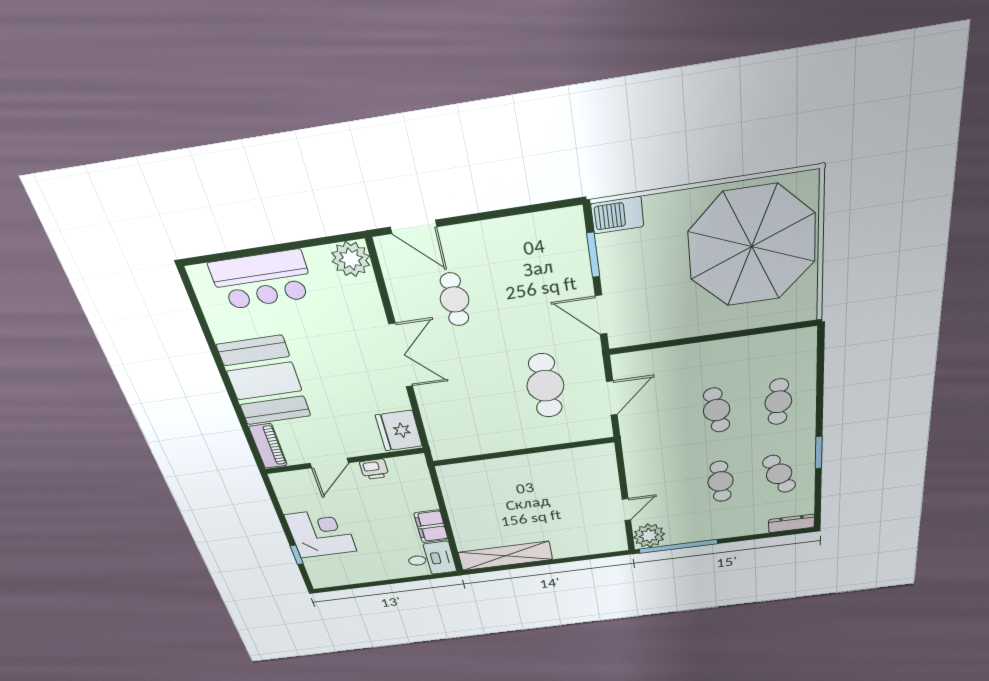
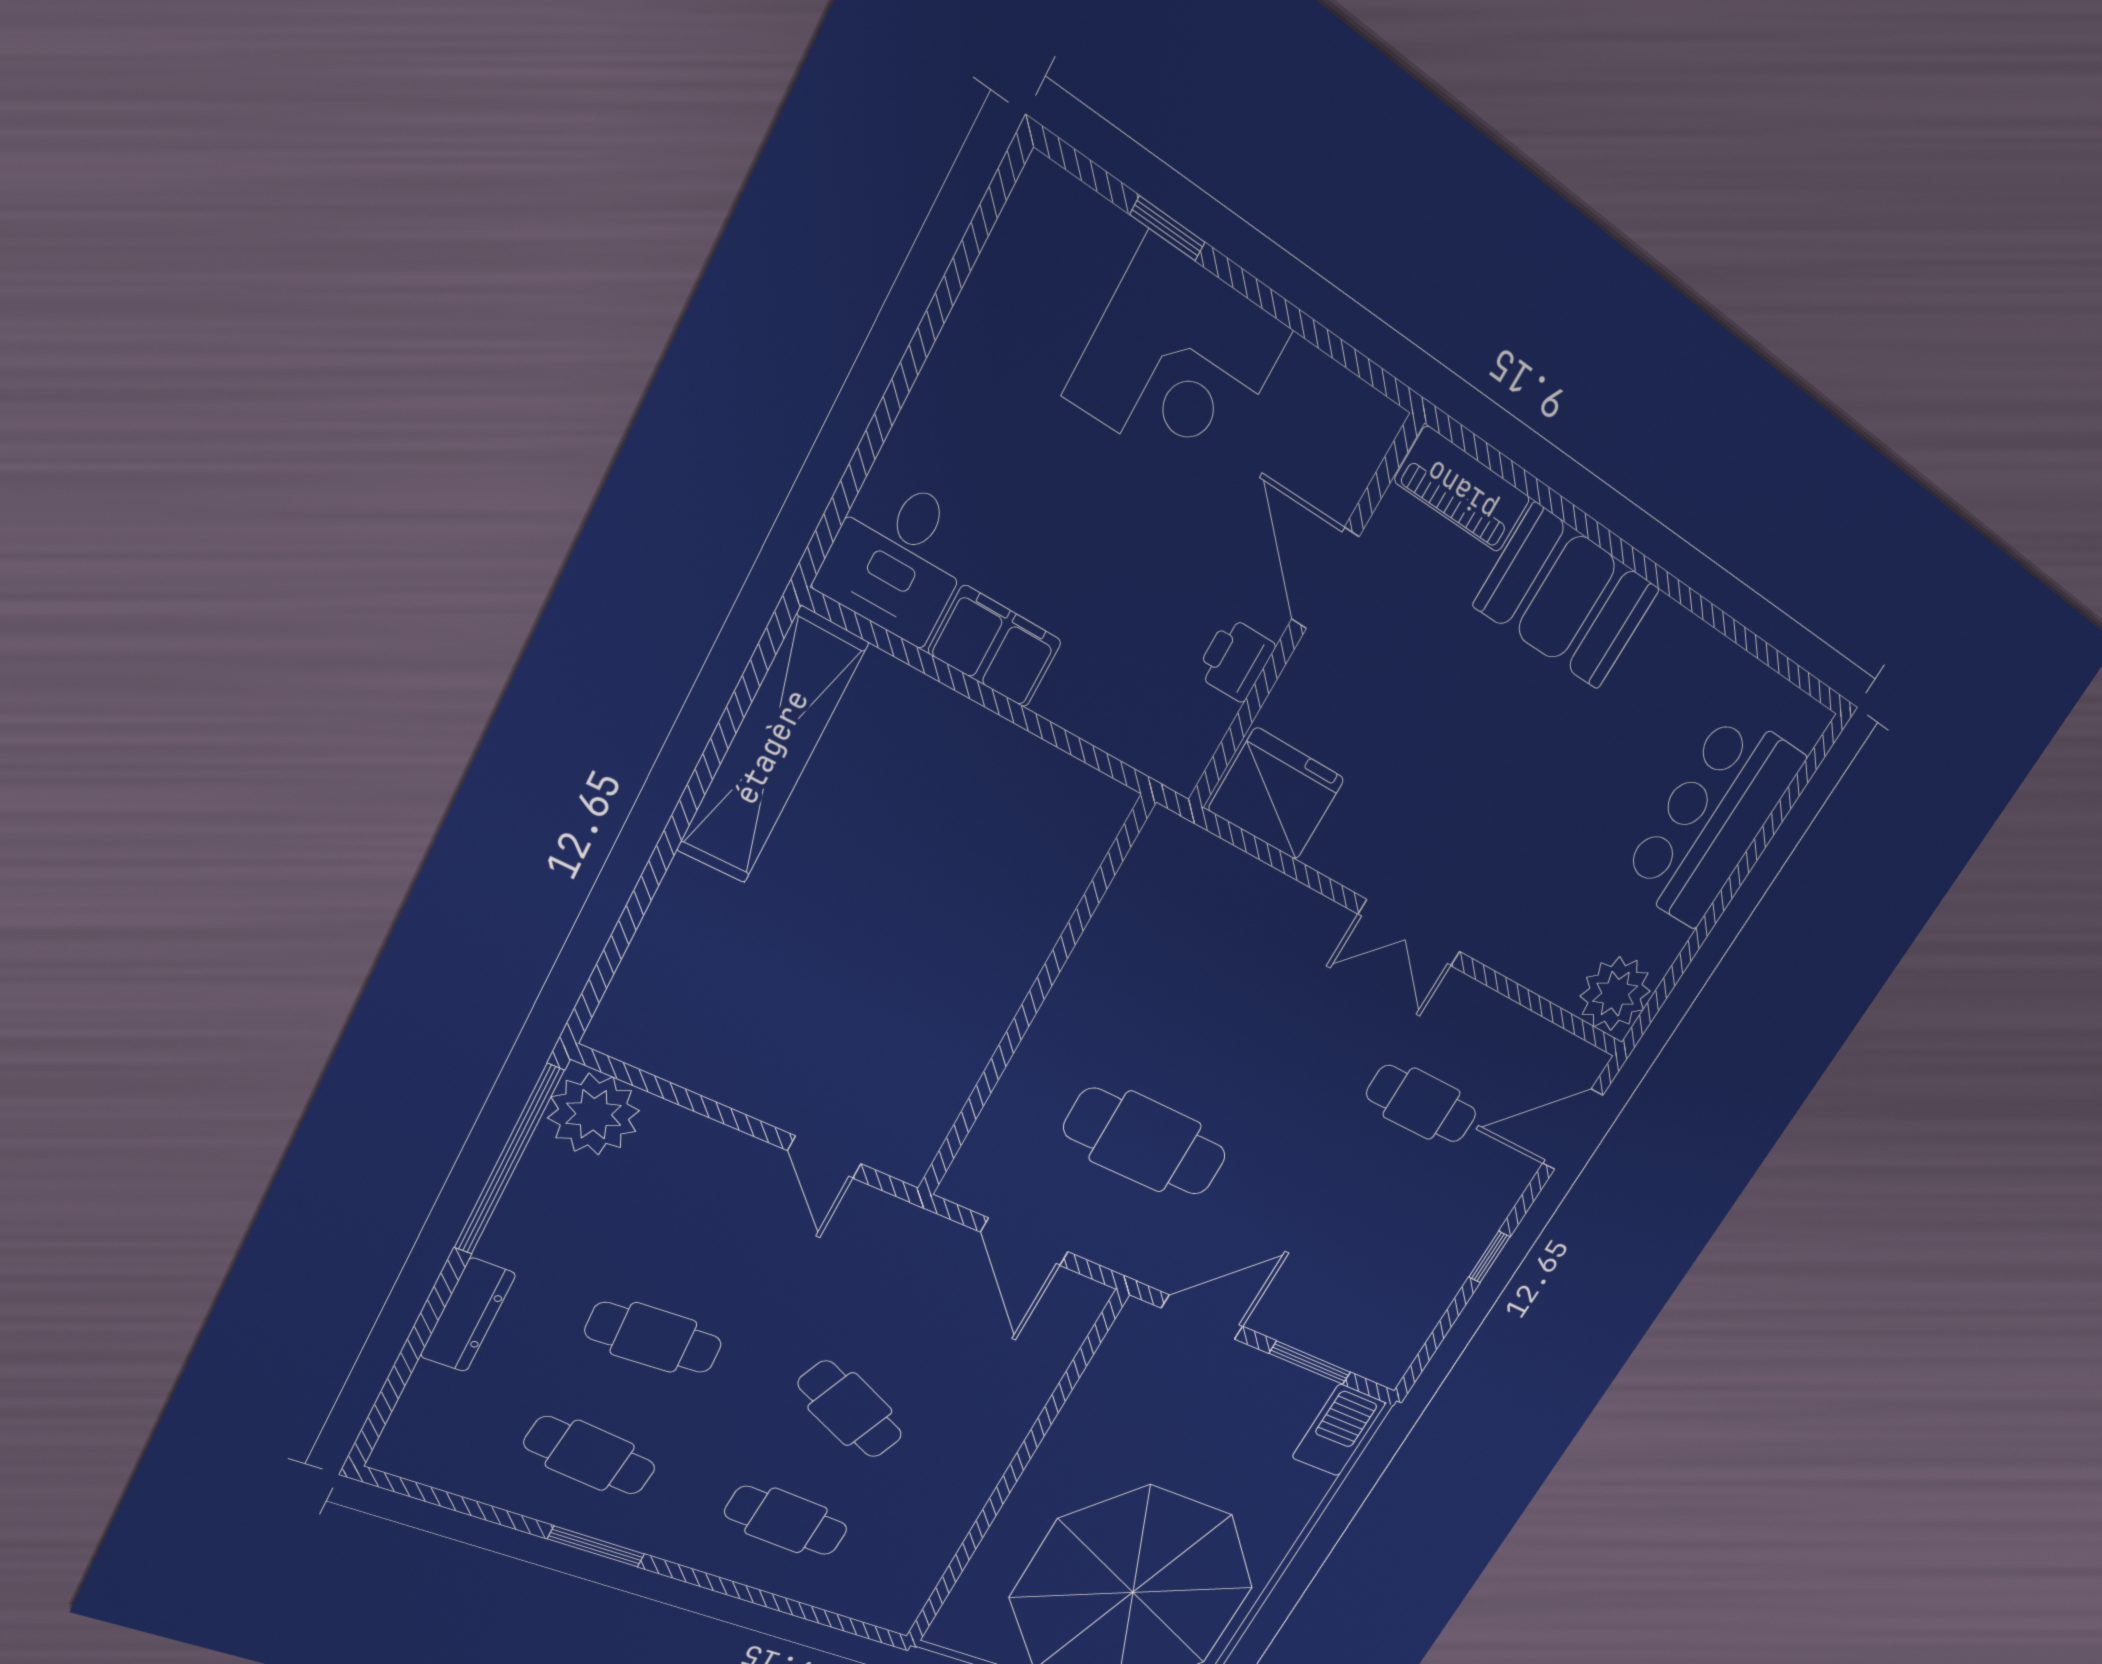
window: (493, 215) -> (1489, 1257), added
double door: (401, 355) -> (1409, 933), width x0.73
booth: (264, 381) -> (1567, 597), width x0.73, depth x0.70
cafe table: (717, 410) -> (850, 1409), turned 33
cafe table: (779, 474) -> (590, 1455), turned 30
door: (626, 510) -> (824, 1157), moved
dresser: (791, 523) -> (468, 1315), moved

